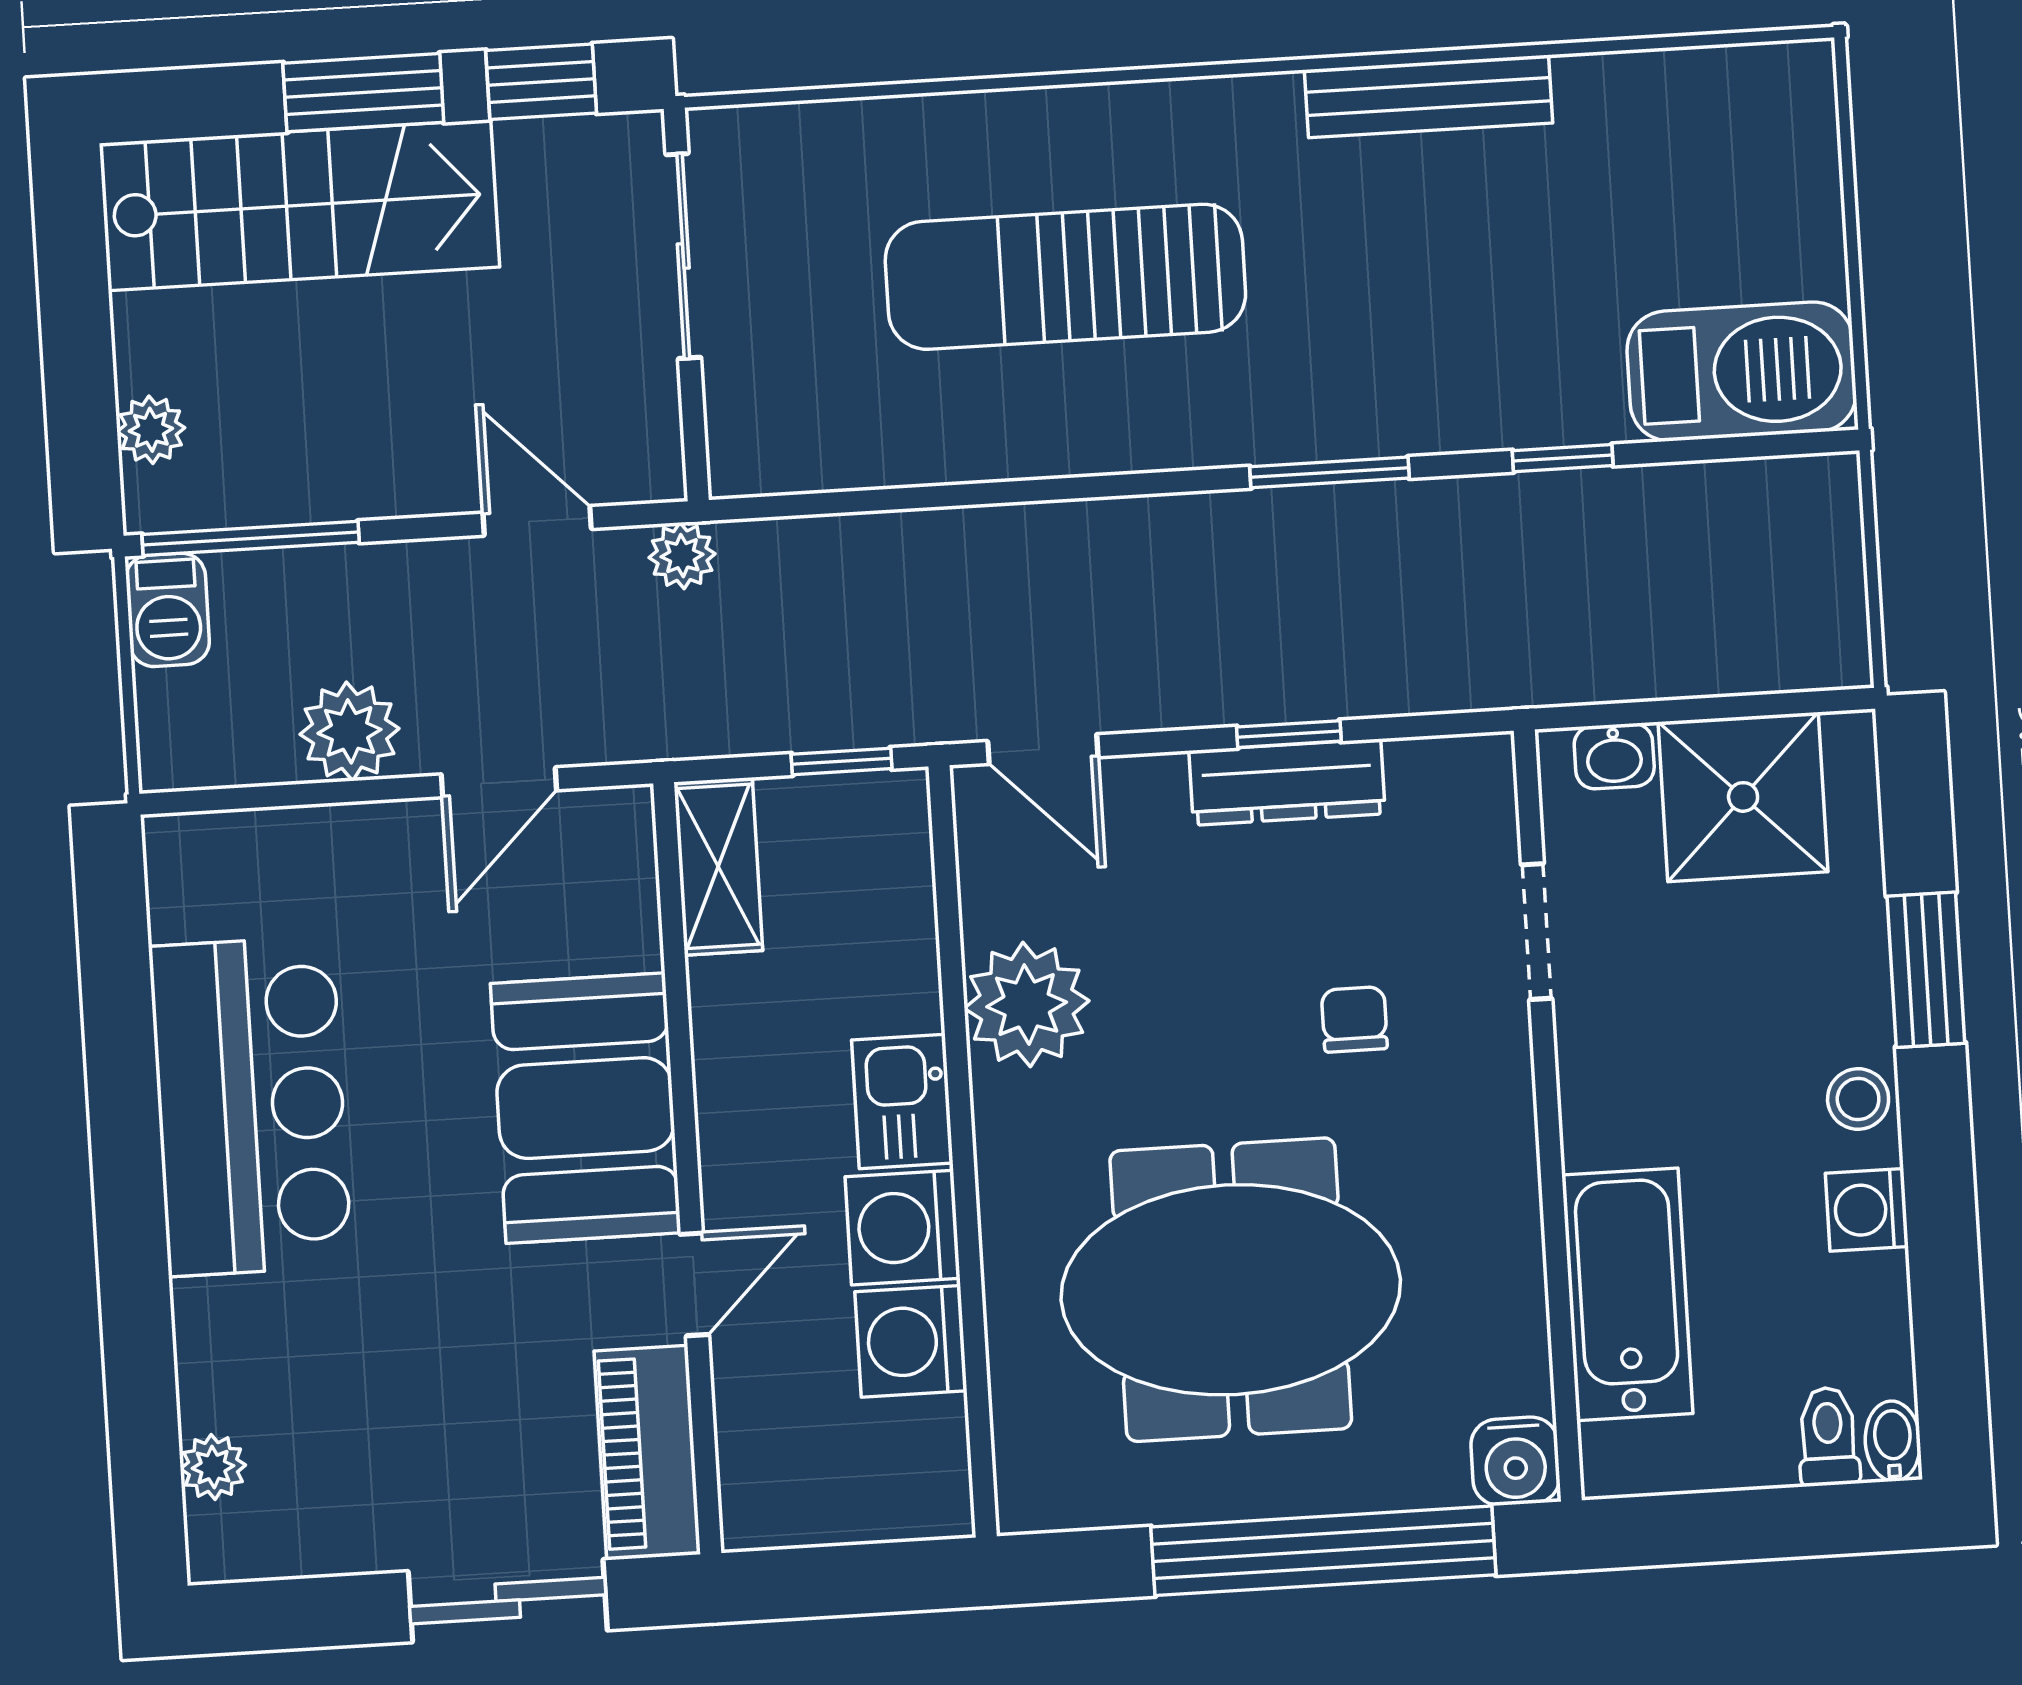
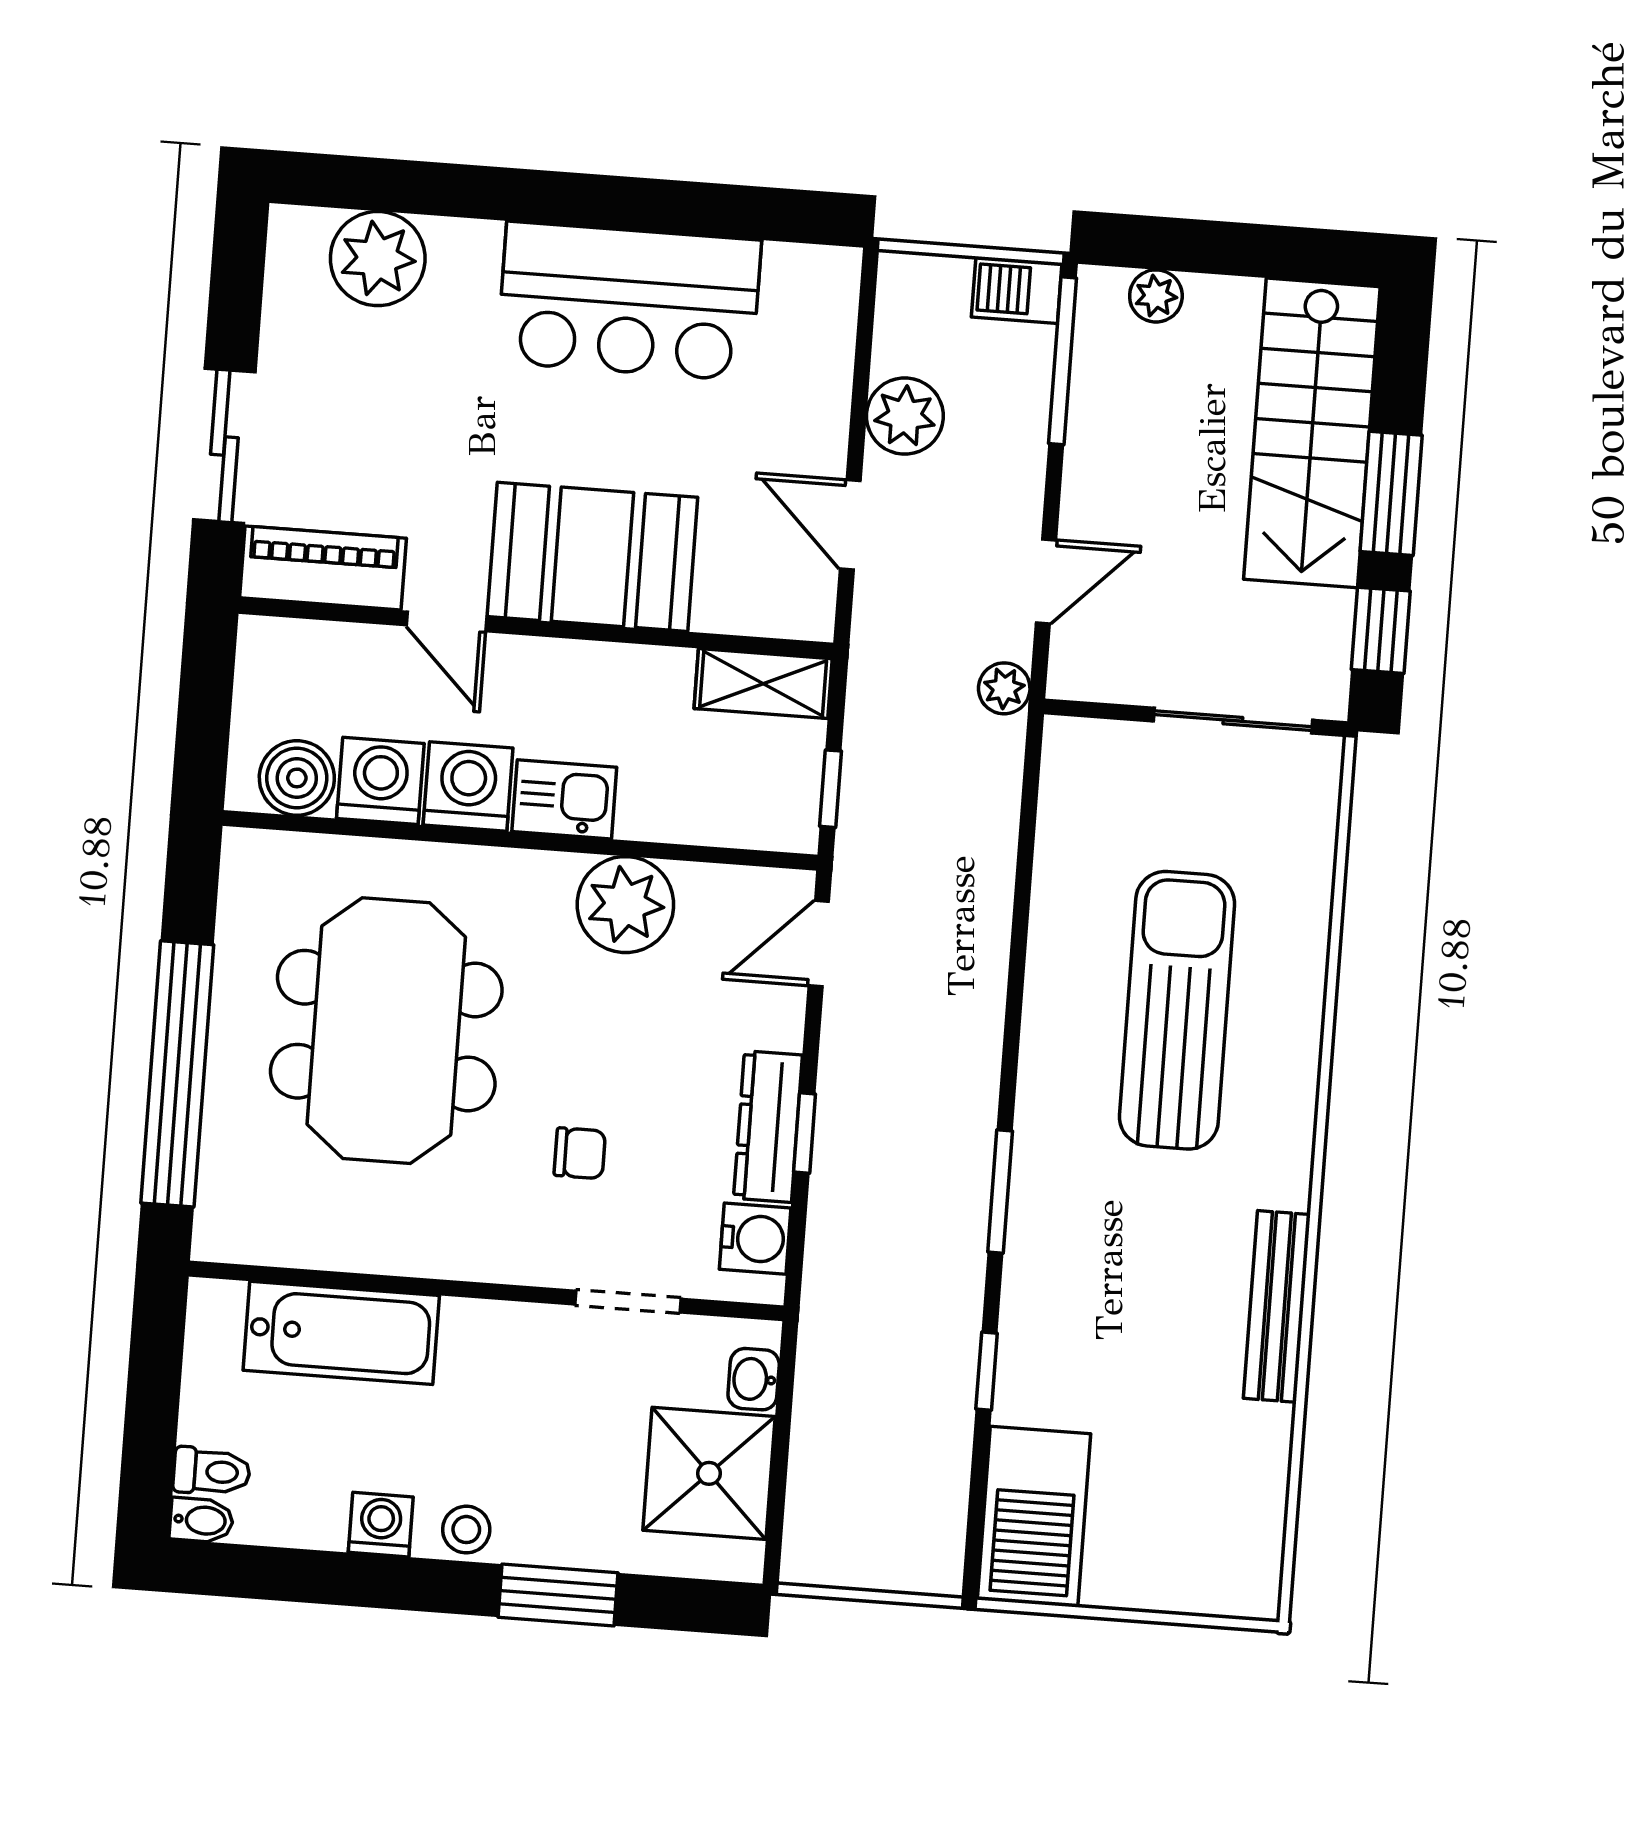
boiler: (922, 1449) -> (297, 778), added
water cooler: (1515, 1461) -> (755, 1239), moved, turned 180
plant: (213, 1467) -> (378, 259), width x1.88, depth x1.88

